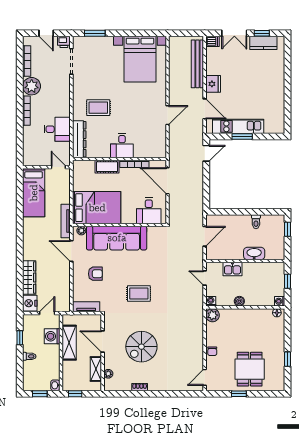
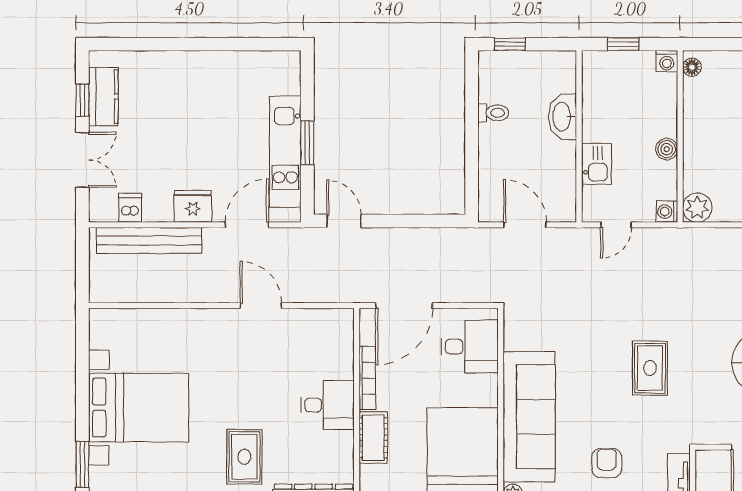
dishwasher: (212, 41) -> (130, 208), moved
bed with nightstands: (140, 59) -> (139, 408), moved

